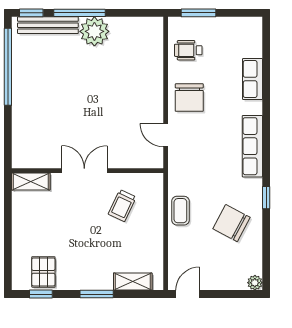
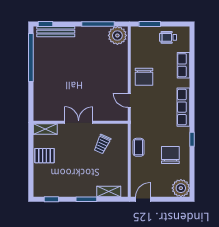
window: (80, 13) -> (98, 24), moved
plant: (94, 31) -> (117, 35), moved
wheelchair: (188, 50) -> (168, 37), moved
chair: (232, 223) -> (170, 155), turned 62
pallet: (43, 272) -> (44, 156), moved, turned 90
plant: (255, 283) -> (181, 188), width x1.87, depth x1.87

